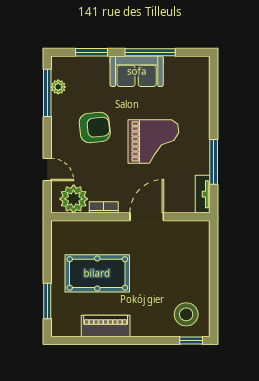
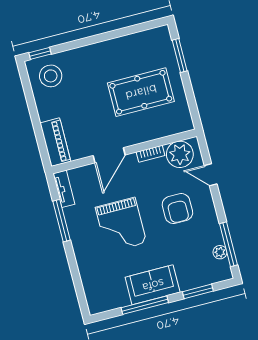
armchair: (95, 128) -> (177, 209), moved, turned -84
grand piano: (153, 141) -> (121, 225), turned -90
piano: (106, 326) -> (55, 142), moved, turned -90

